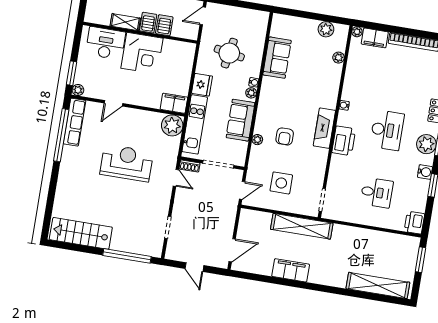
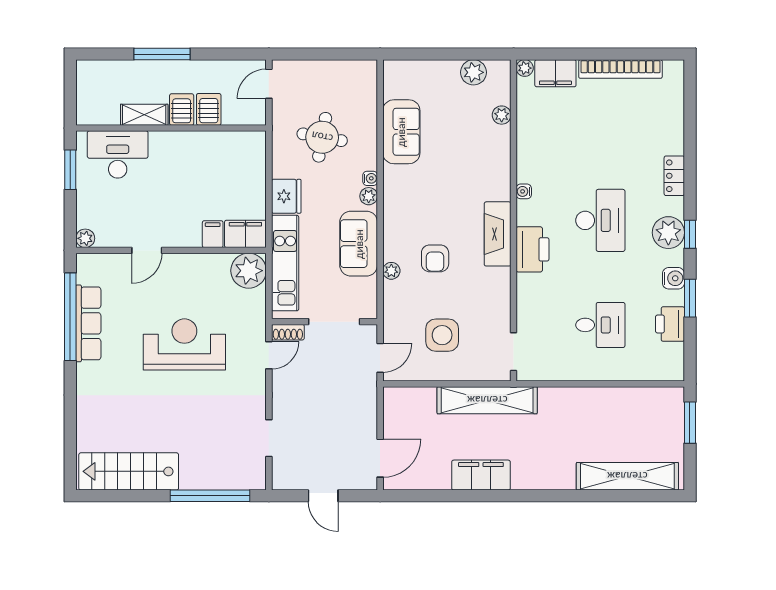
corner desk: (142, 53) -> (180, 161), removed
window: (72, 73) -> (70, 170), moved
filing cabinet: (154, 100) -> (213, 234), added
row of seats: (74, 122) -> (88, 323), moved
door: (176, 178) -> (269, 355), hinge flipped
printer: (414, 223) -> (670, 324), moved

